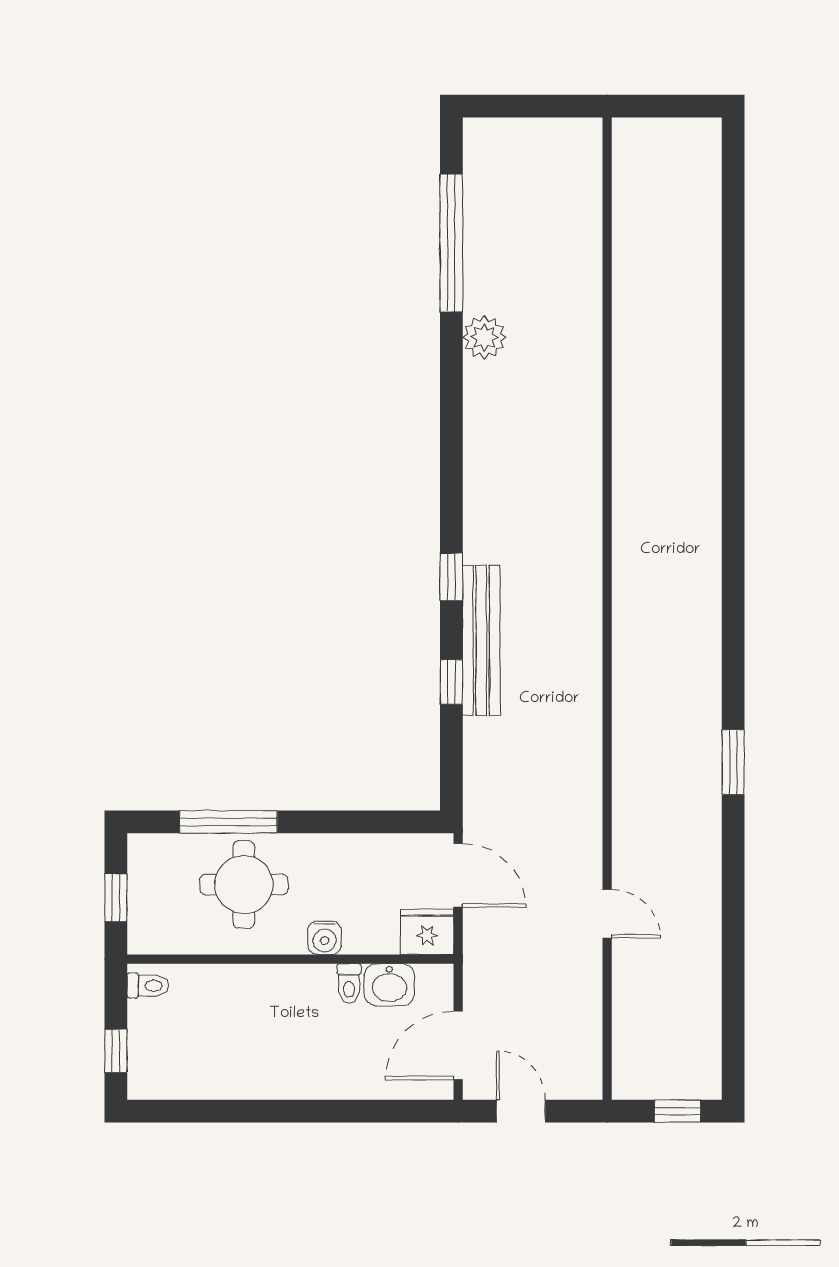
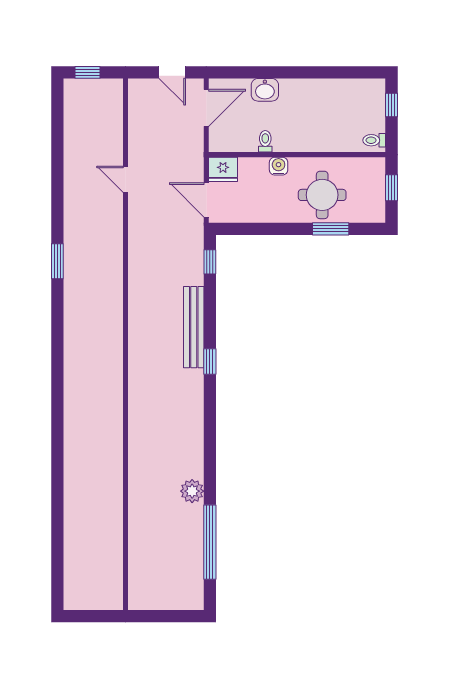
window: (451, 682) -> (210, 262), moved
window: (228, 822) -> (331, 229), width x0.69
washbasin: (389, 985) -> (265, 90), moved, turned 180

